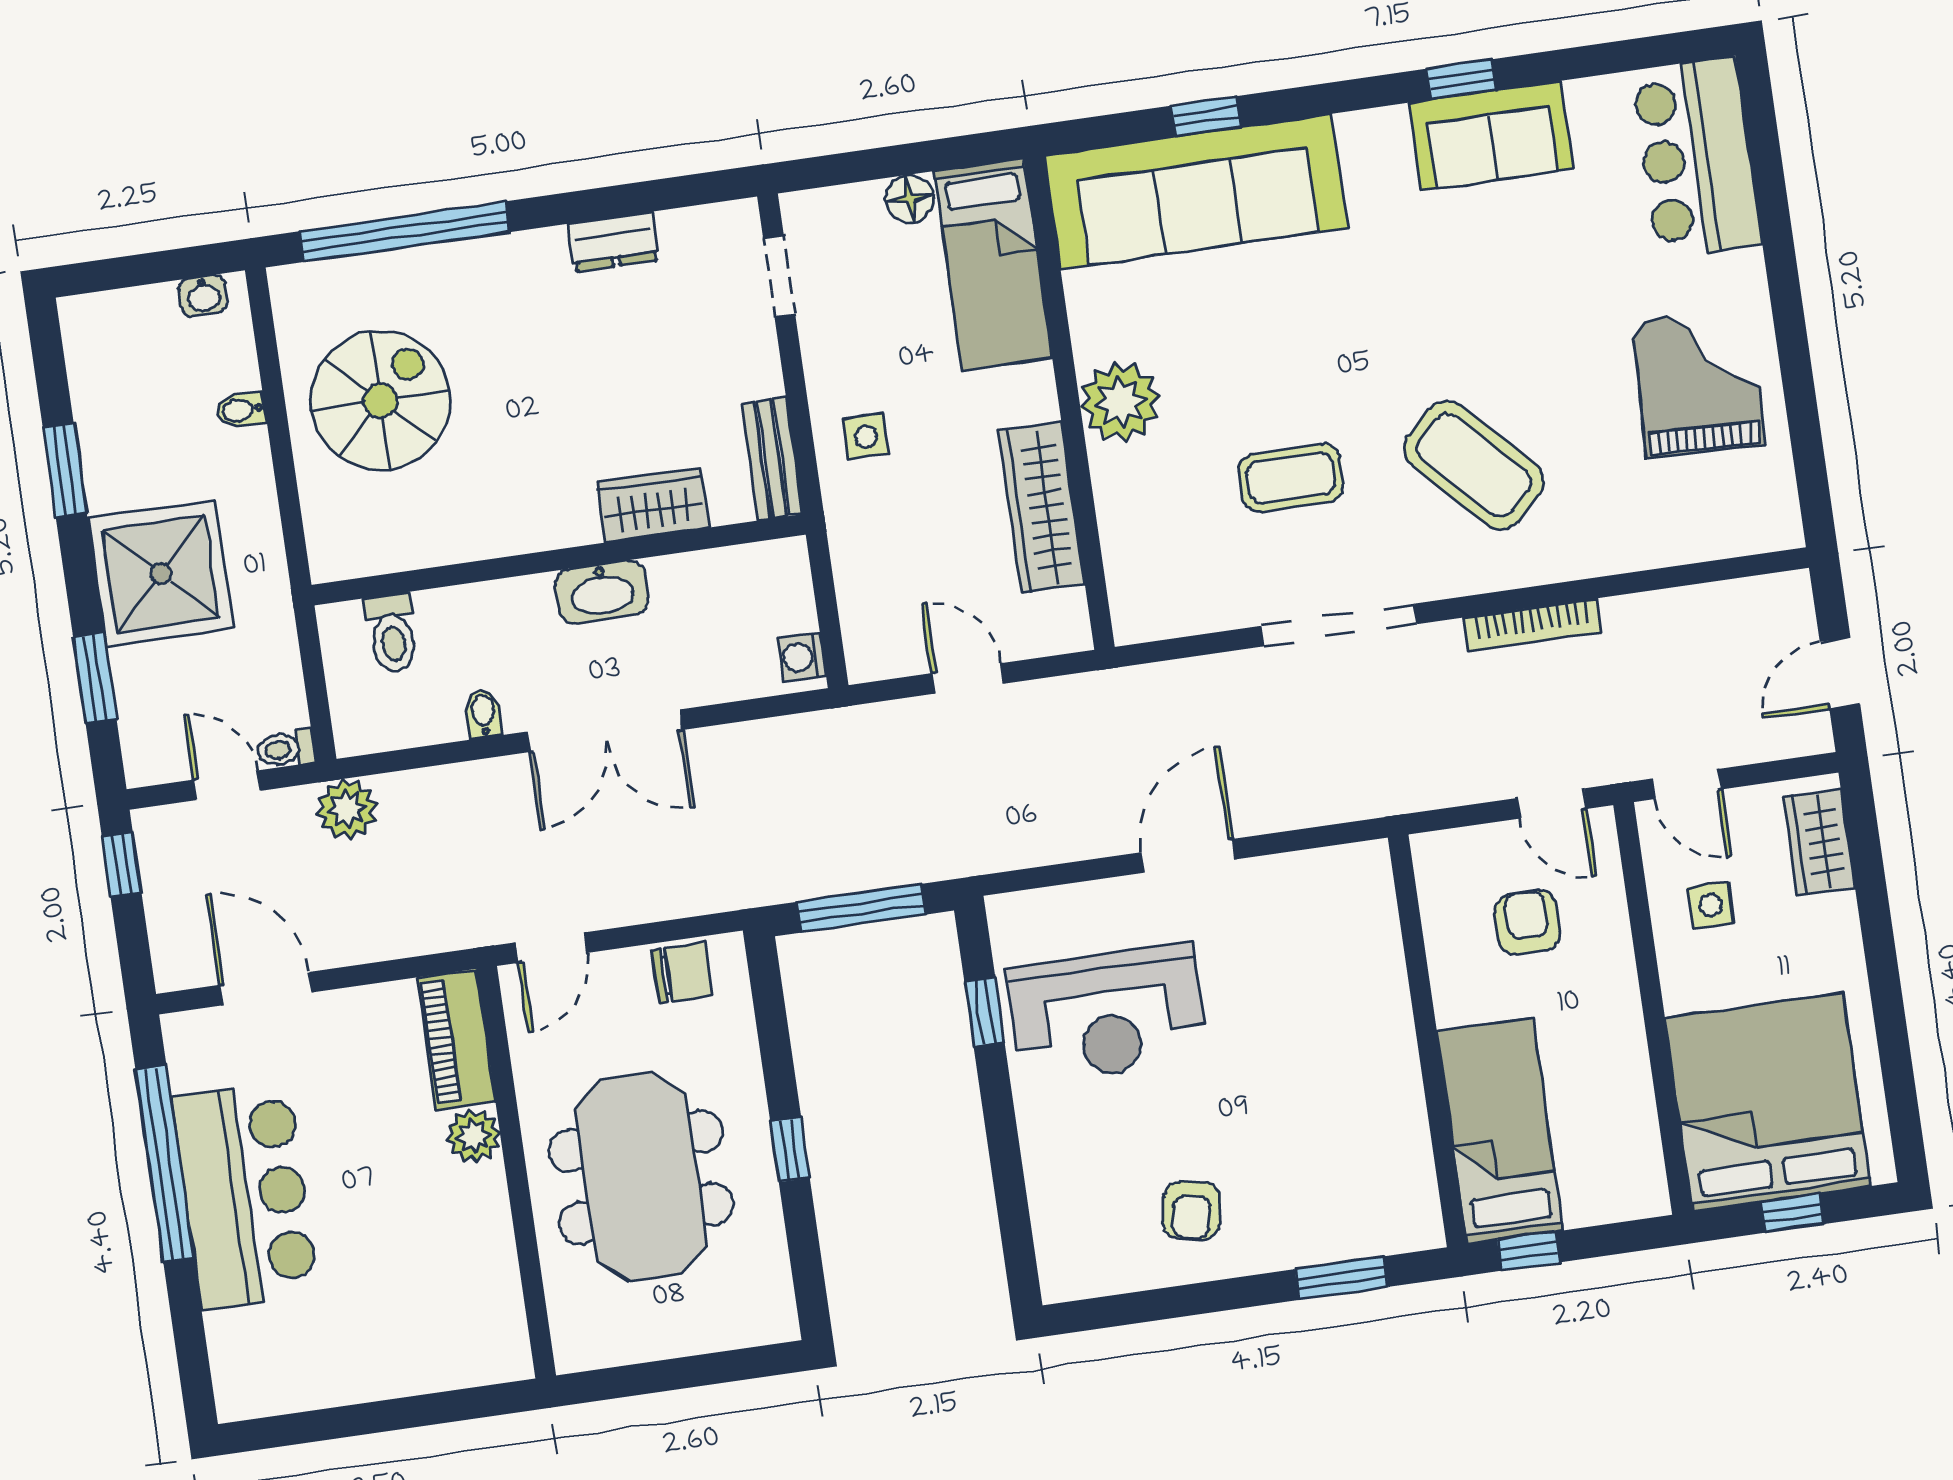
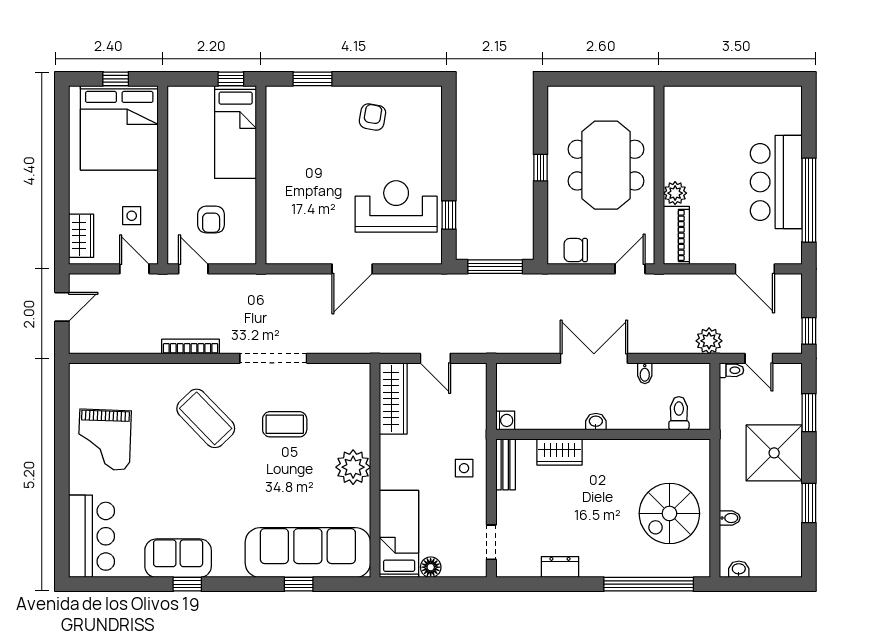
wardrobe: (1042, 507) -> (393, 398), moved
washbasin: (602, 592) -> (596, 422), width x0.52, depth x0.69
washing machine: (801, 657) -> (505, 420), moved

